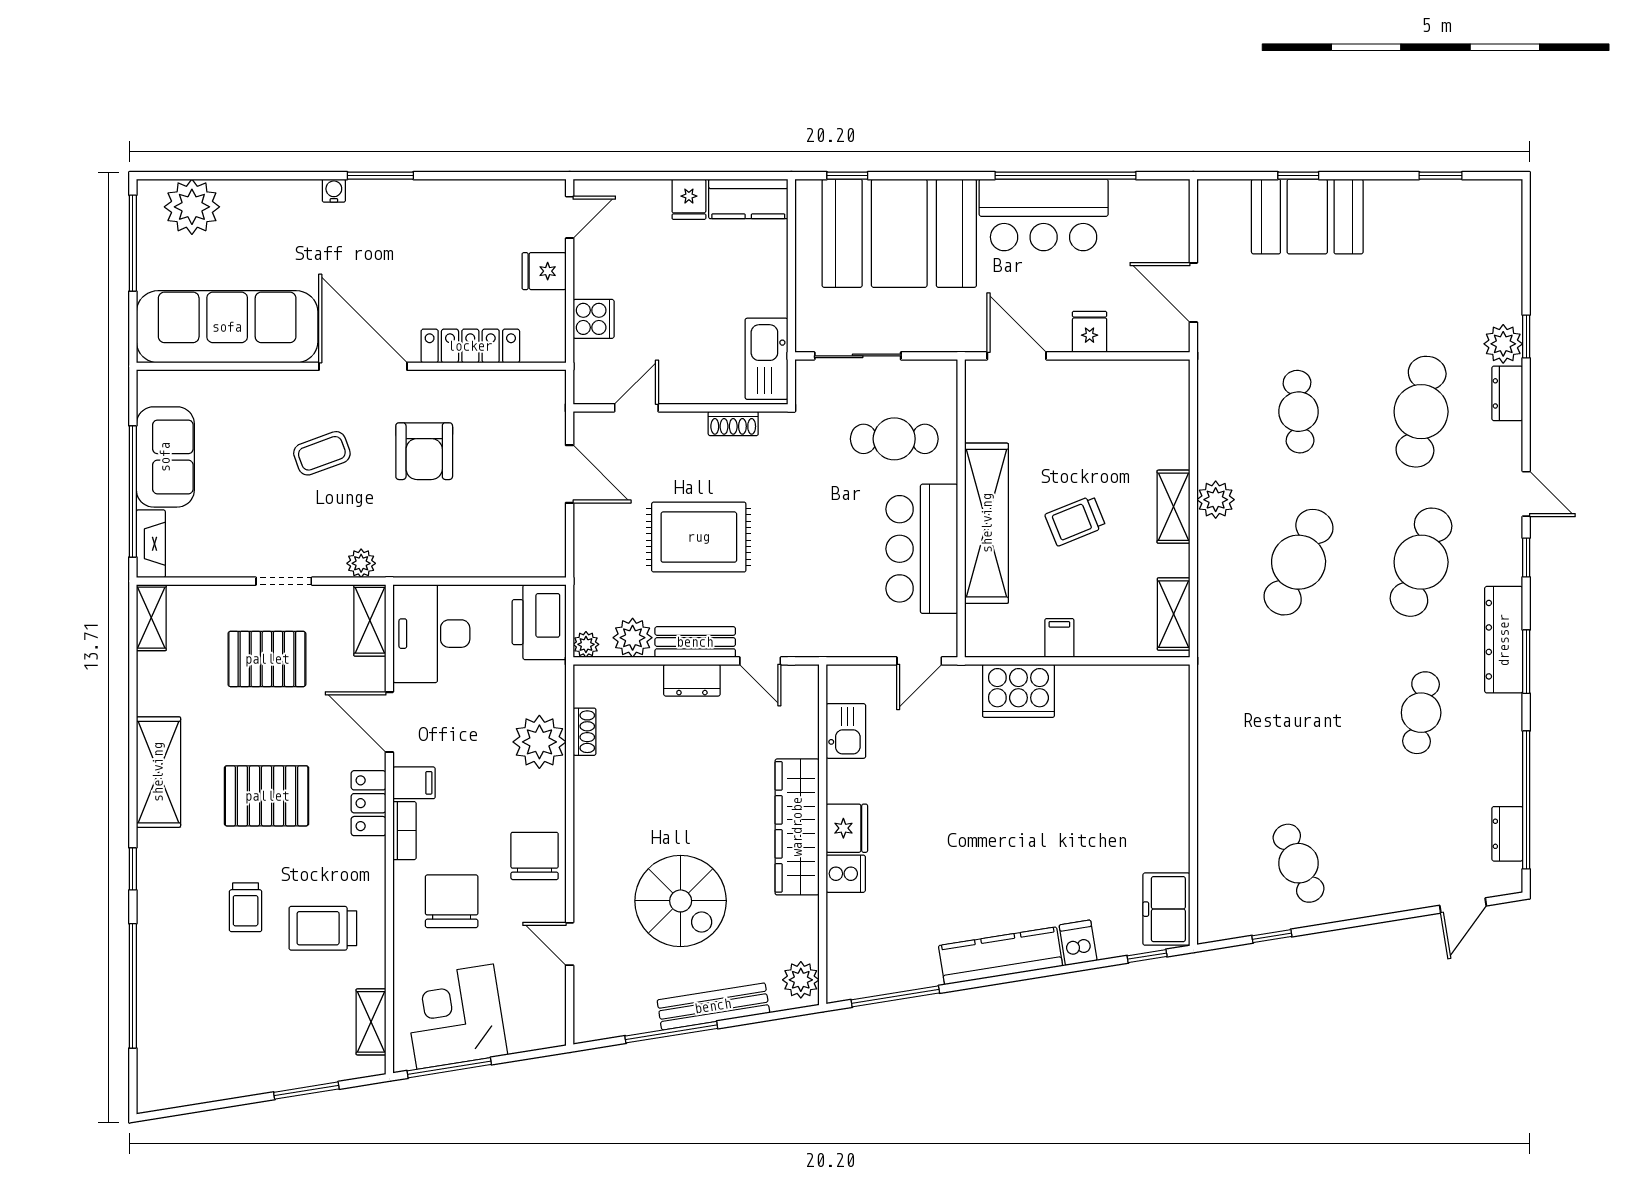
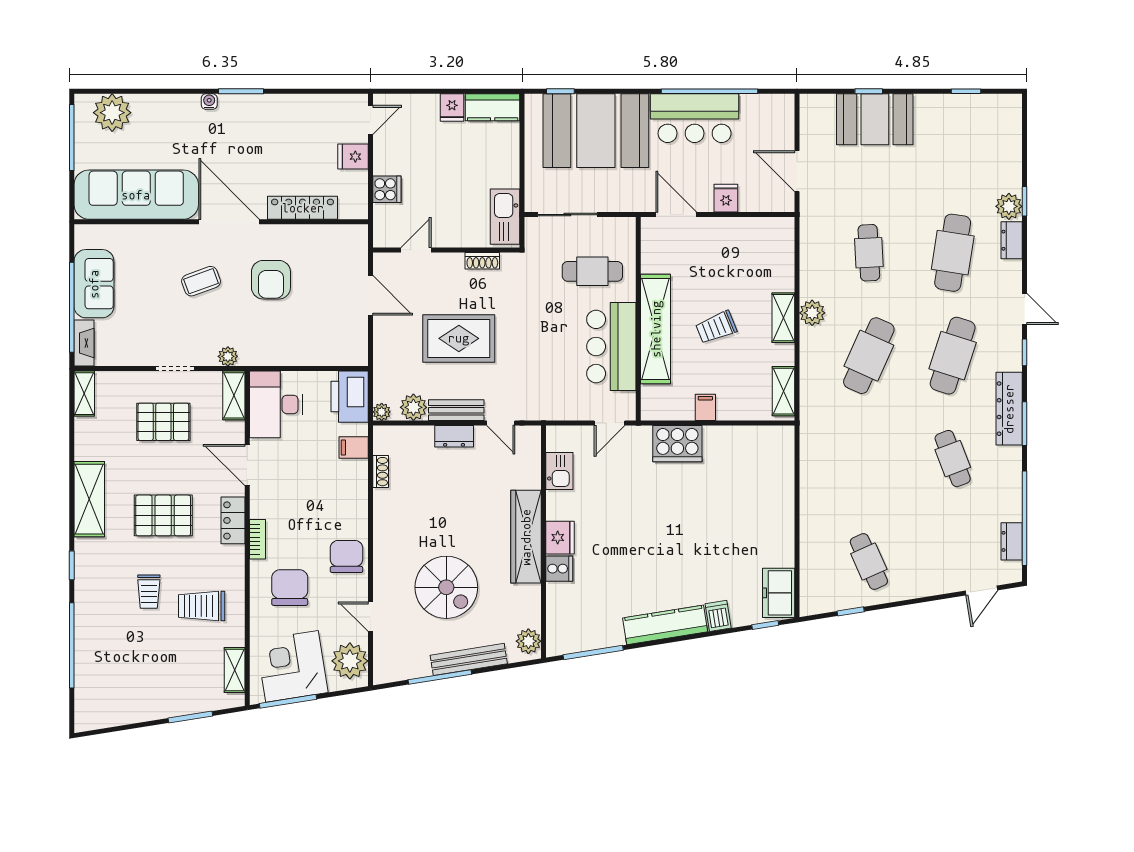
cafe table: (1421, 713) -> (953, 459), turned -30
plant: (539, 742) -> (350, 661), moved
filing cabinet: (414, 783) -> (354, 448), moved, turned 180

